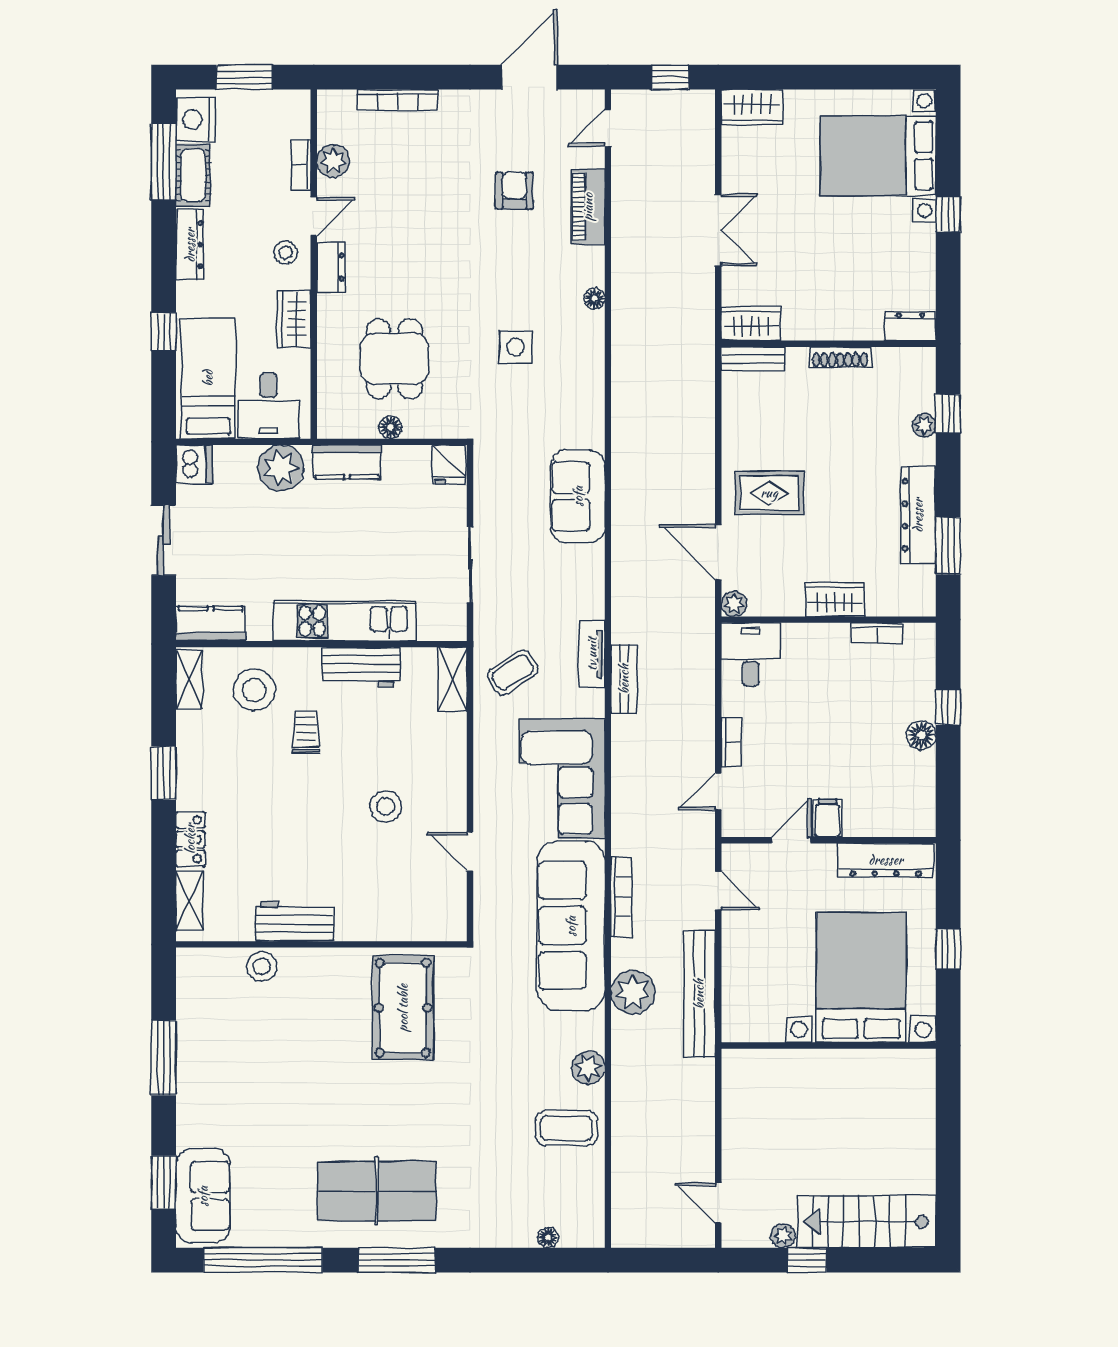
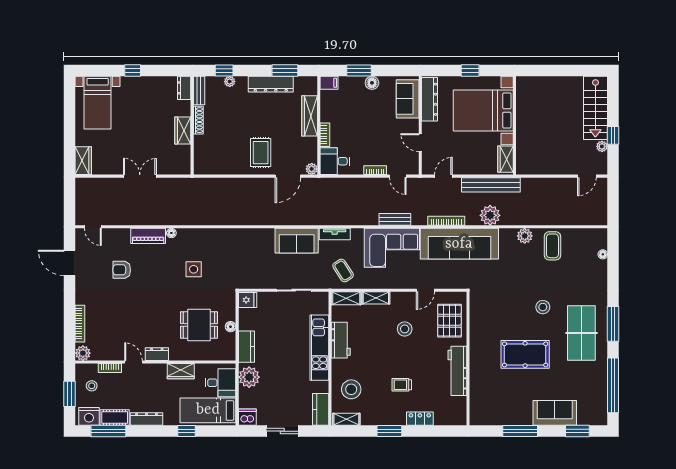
window: (670, 77) -> (70, 198), removed
bed with nightstands: (878, 156) -> (98, 103), width x0.73
plant: (333, 161) -> (83, 353), moved
piano: (588, 207) -> (148, 236), moved
stool: (286, 252) -> (92, 386), moved
wardrobe: (751, 324) -> (183, 131), moved
bench: (753, 359) -> (199, 91), moved
sofa: (578, 496) -> (297, 241), moved
wardrobe: (835, 600) -> (310, 116), width x1.50
bookcase: (877, 633) -> (325, 135), moved
bench: (624, 679) -> (395, 219), moved
window: (948, 707) -> (359, 71), width x1.50
trolley: (306, 732) -> (402, 385), moved
sofa: (886, 813) -> (408, 99), added
filing cabinet: (828, 818) -> (329, 83), moved, turned 180
shelving: (189, 901) -> (376, 298), moved
pallet: (404, 904) -> (449, 321), added
workbench: (295, 921) -> (457, 371), width x1.38
stool: (262, 966) -> (543, 307), moved
pool table: (403, 1008) -> (525, 354), moved
wardrobe: (755, 1026) -> (505, 159), added
sofa: (203, 1196) -> (555, 413), moved

